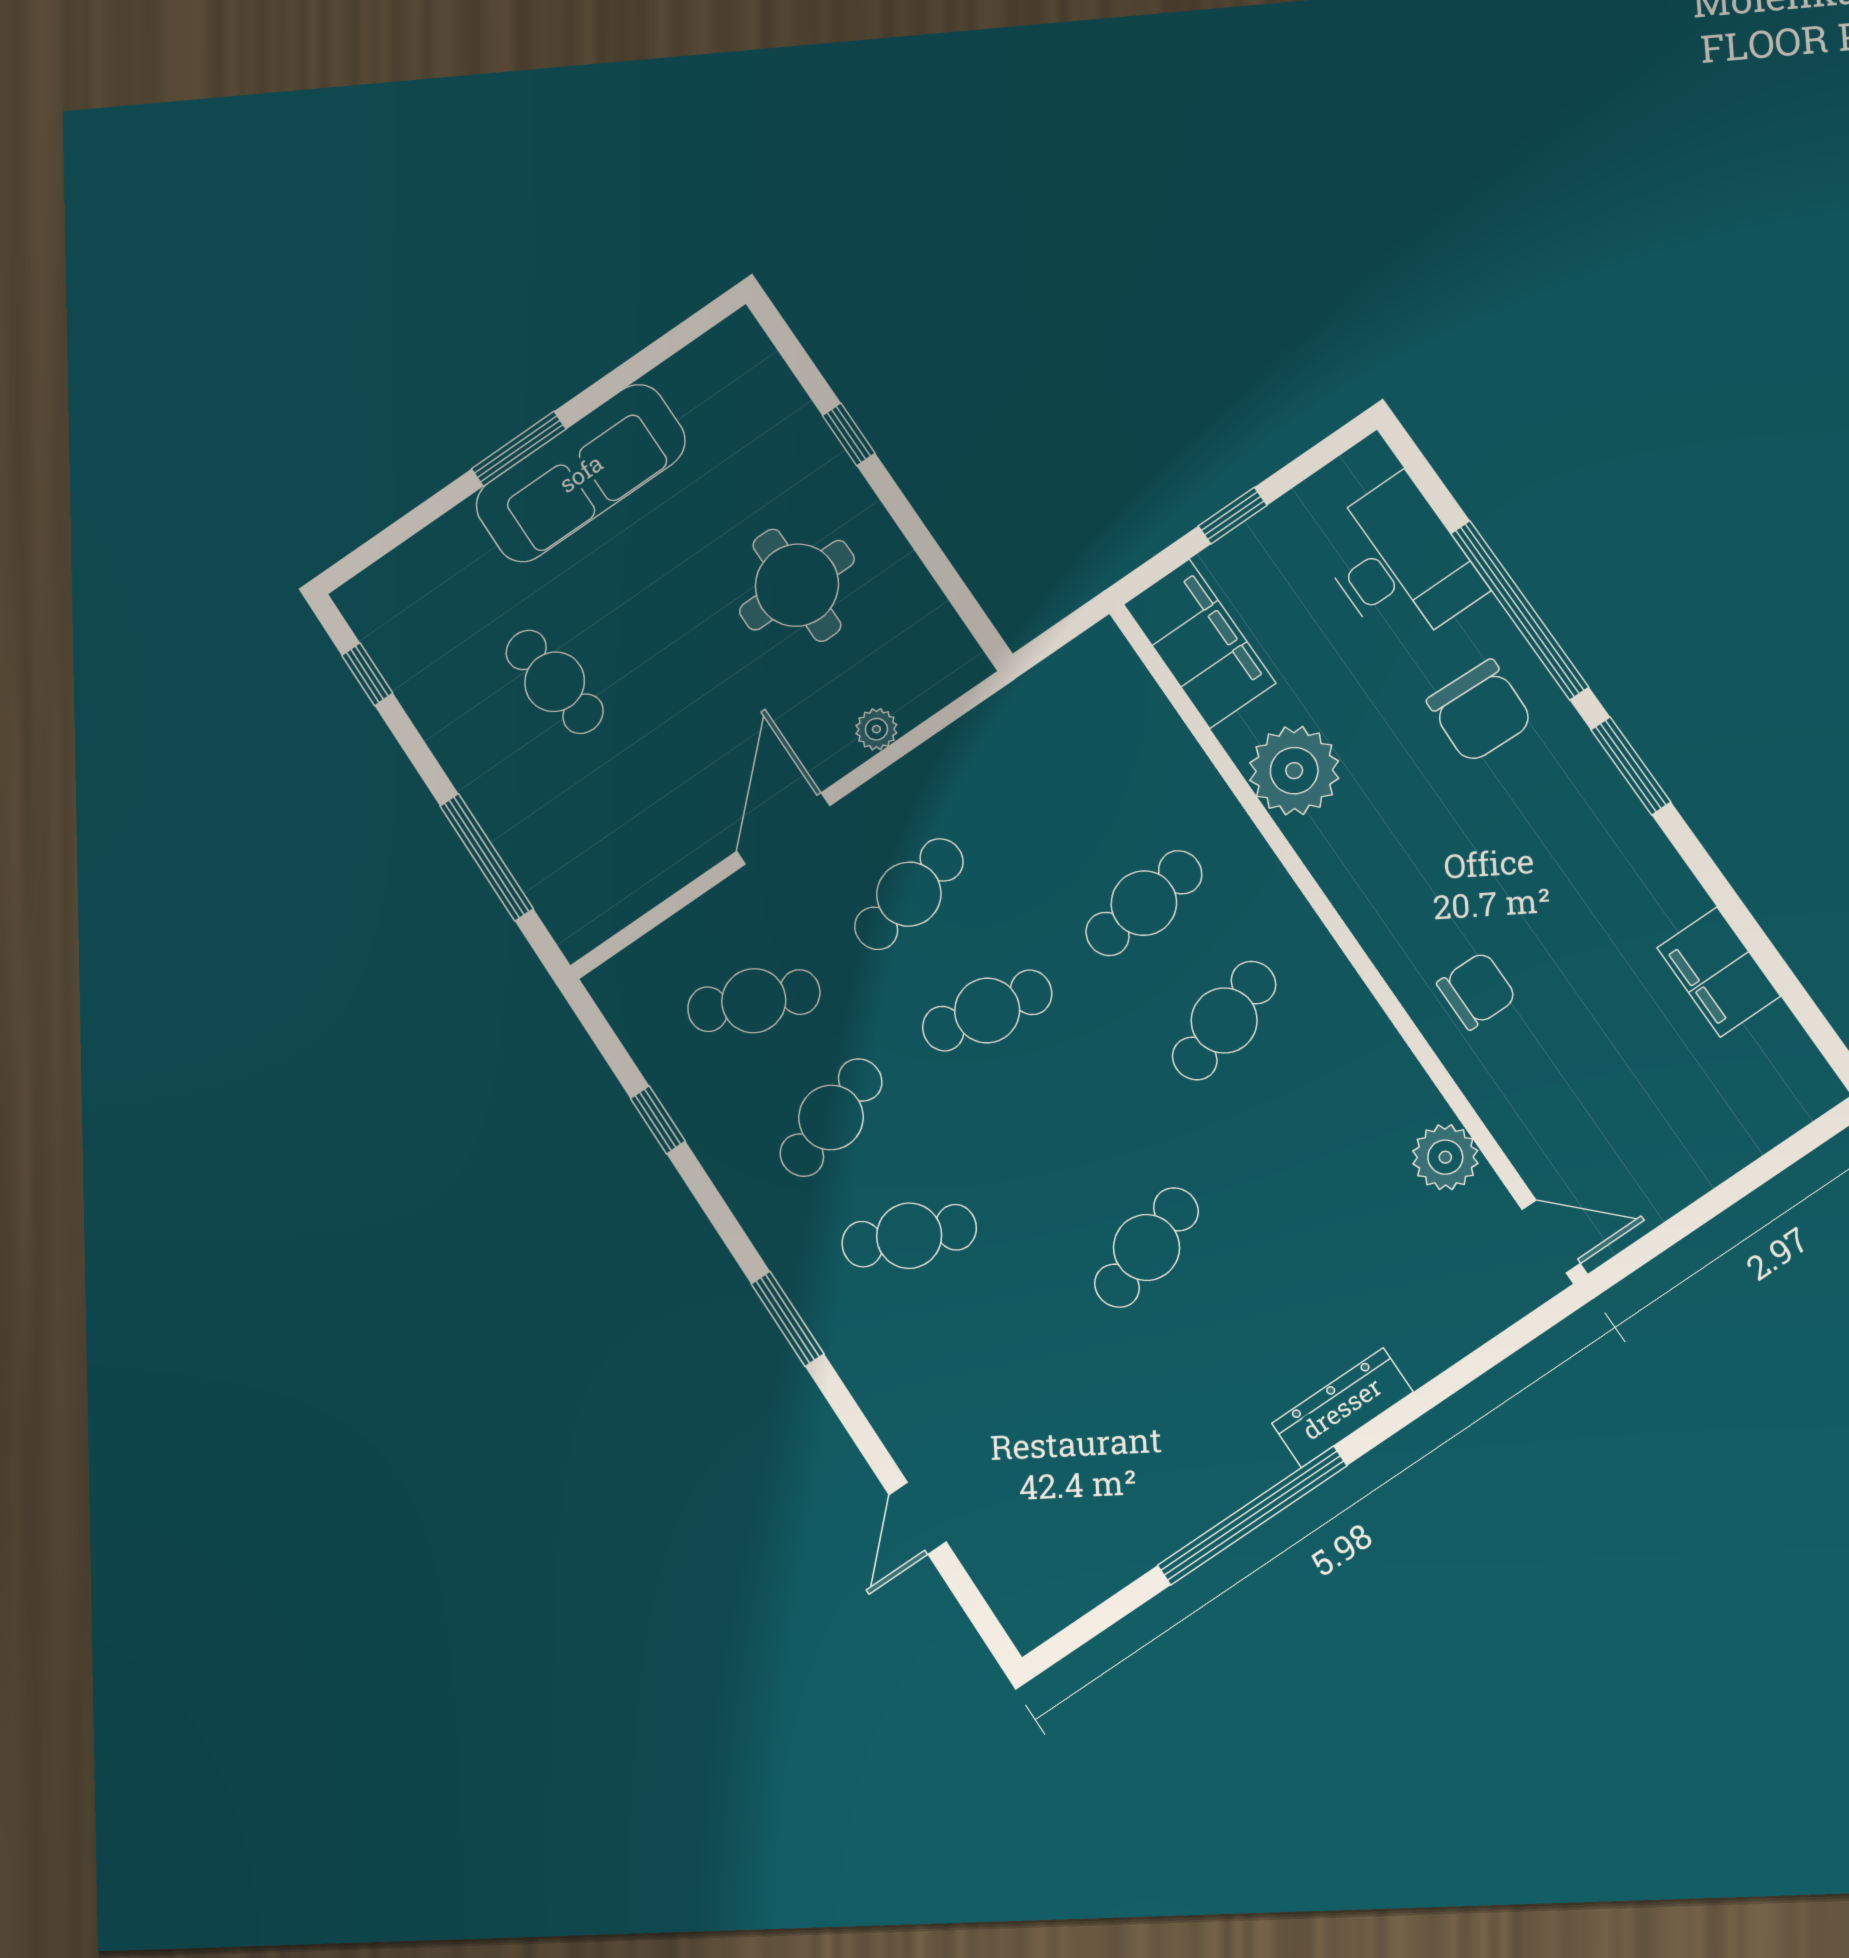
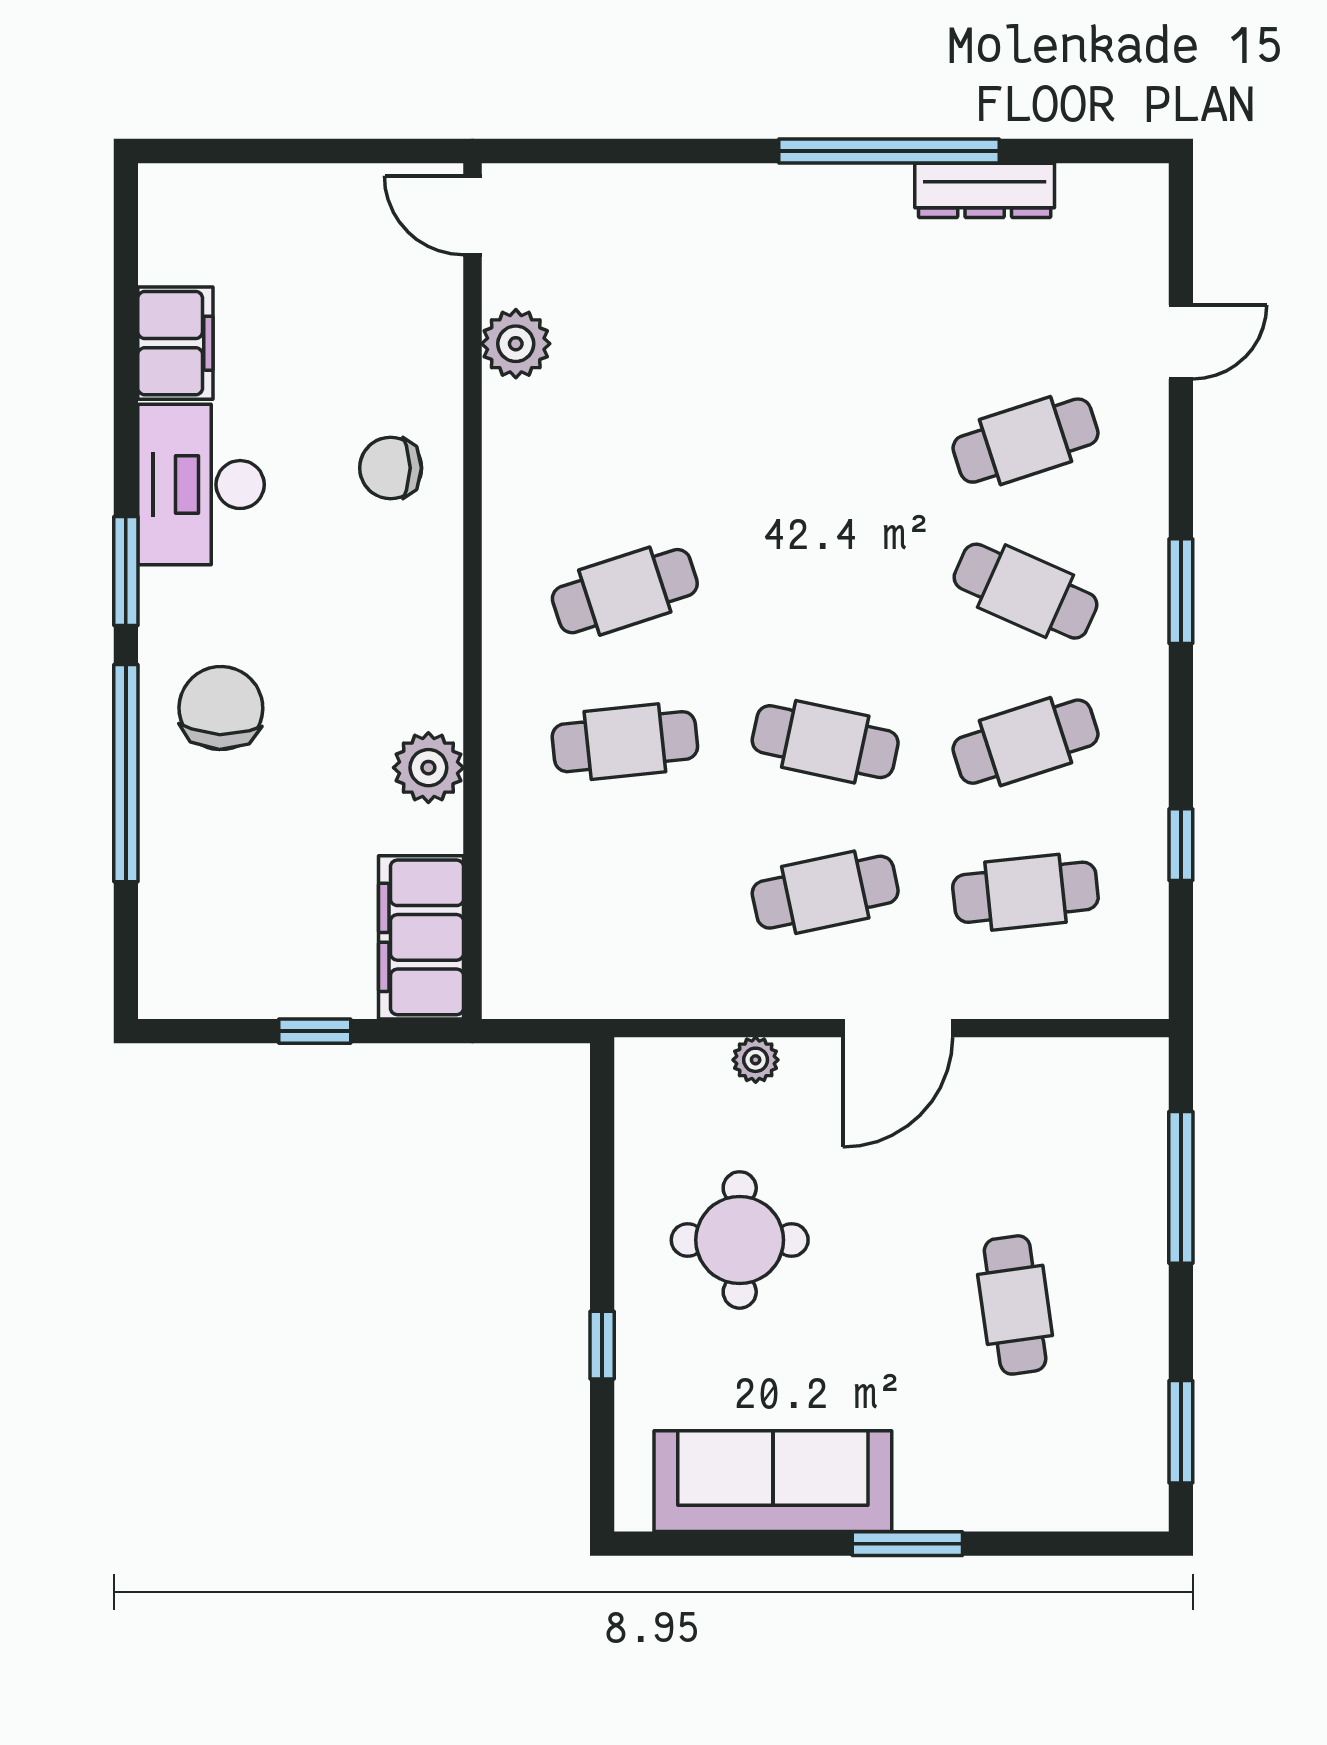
sofa: (581, 473) -> (773, 1481), moved
desk: (1398, 563) -> (201, 485), moved
window: (367, 674) -> (1181, 1432), width x1.50
plant: (1294, 771) -> (428, 768), width x0.73, depth x0.73
cafe table: (754, 1001) -> (1025, 892), turned -30
cafe table: (1146, 1248) -> (1025, 441), moved
dresser: (1342, 1408) -> (985, 190), moved

